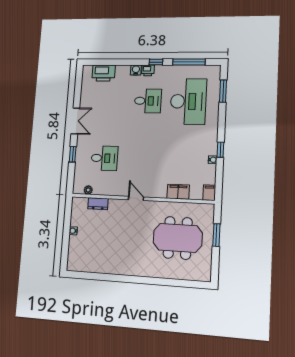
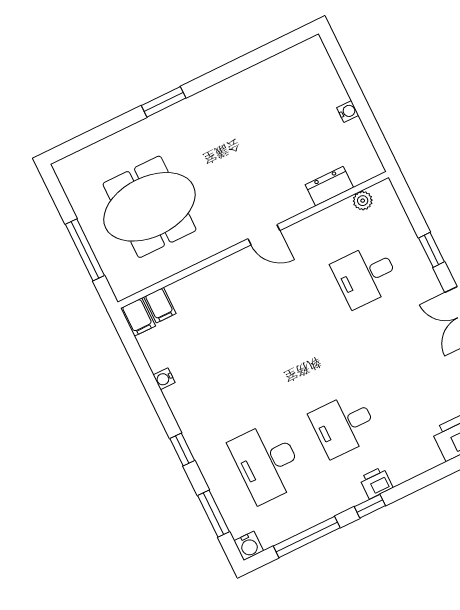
water cooler: (136, 70) -> (249, 546), moved
desk: (188, 101) -> (267, 462), width x0.73, depth x0.77
window: (220, 150) -> (182, 450), moved
filing cabinet: (178, 192) -> (160, 305), moved, width x0.50
window: (216, 235) -> (85, 250), width x1.44
window: (146, 280) -> (164, 102), added

